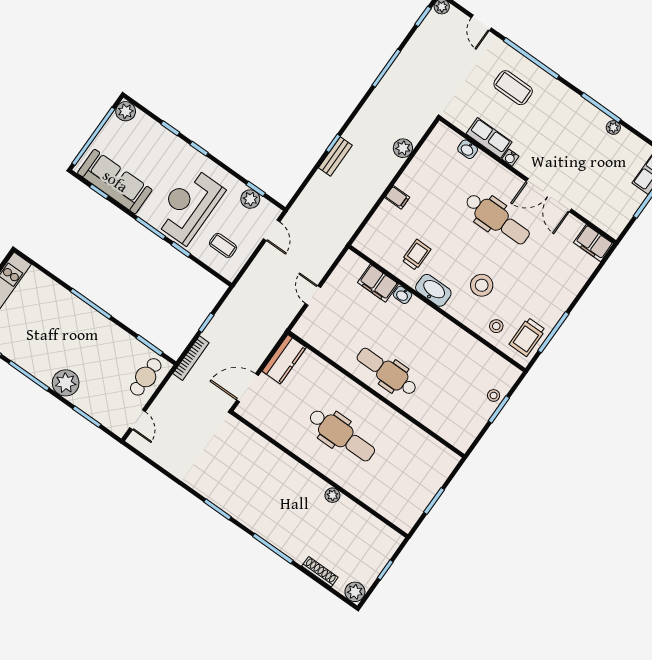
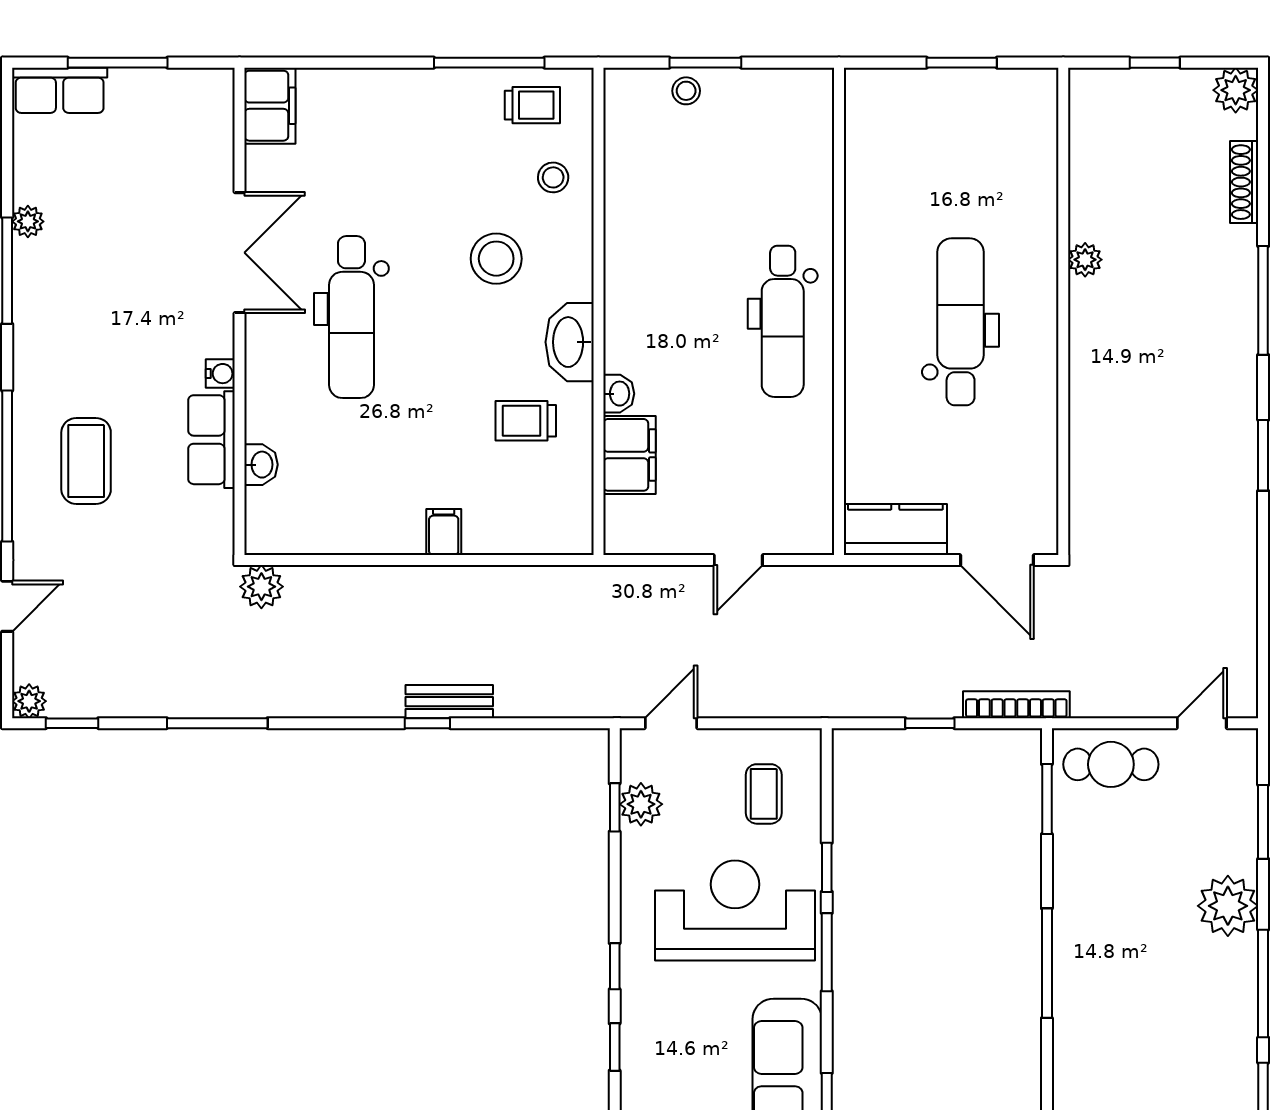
plant: (403, 148) -> (261, 587), moved
reception desk: (189, 206) -> (735, 910), turned 180
dental chair: (497, 219) -> (351, 317), turned 180
trolley: (527, 337) -> (532, 105), width x0.73, depth x0.72

